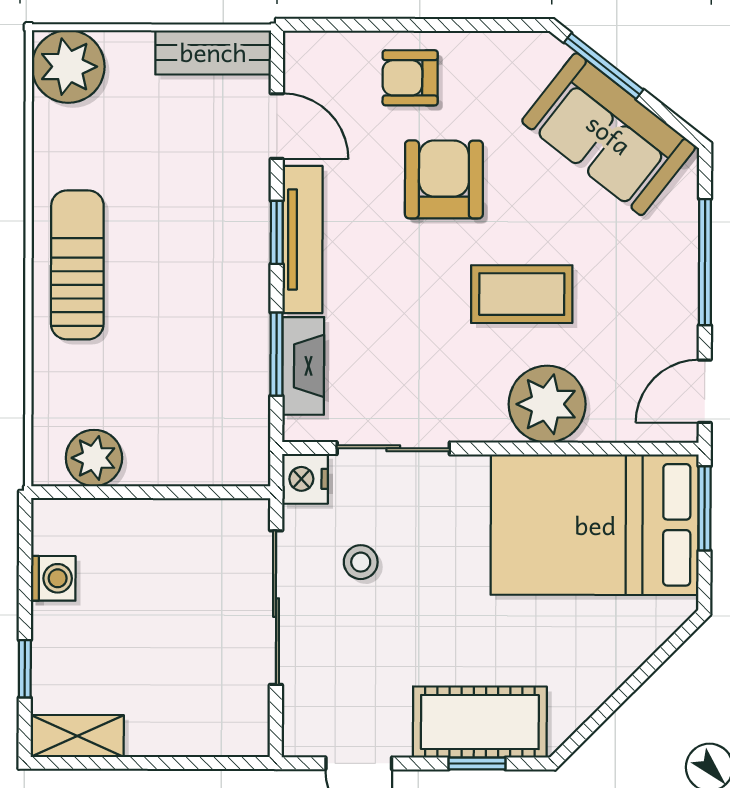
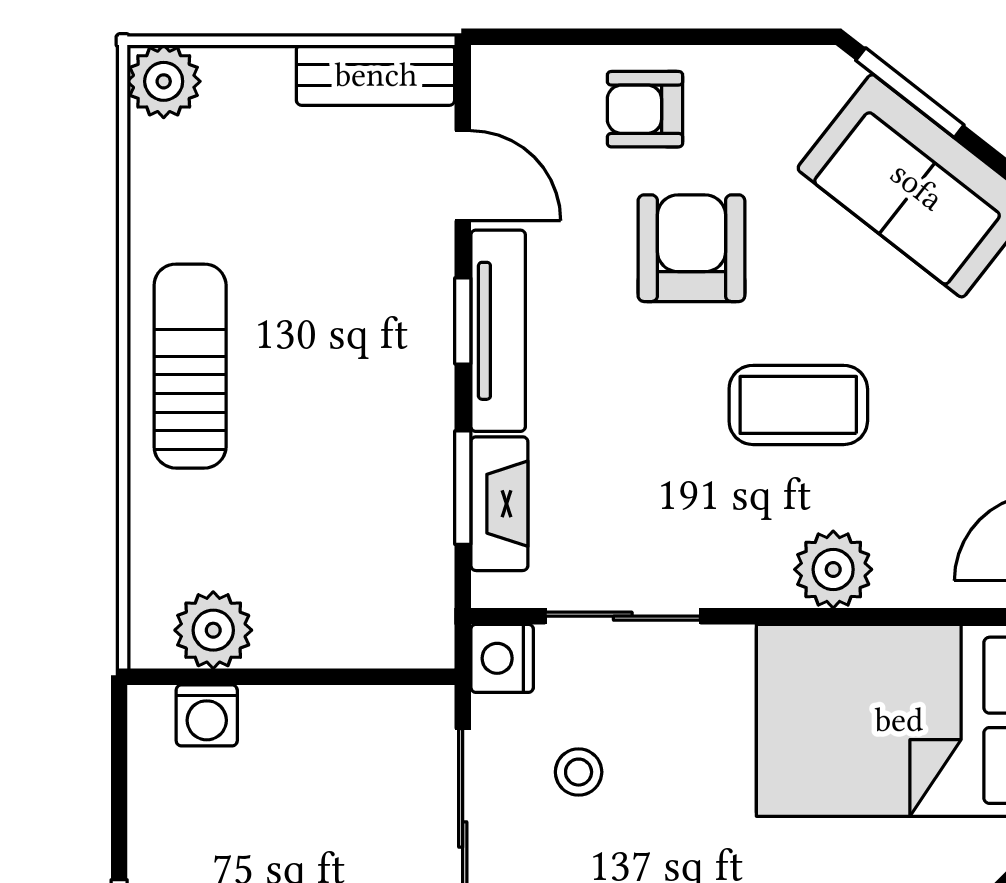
plant: (68, 67) -> (164, 81), width x0.73, depth x0.73
plant: (547, 404) -> (833, 569), width x0.73, depth x0.73
washing machine: (53, 578) -> (207, 715), moved, turned 90

